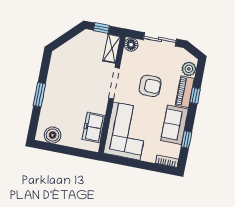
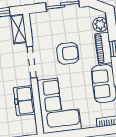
floor lamp: (131, 45) -> (36, 19), removed
freezer: (94, 127) -> (24, 101), moved

